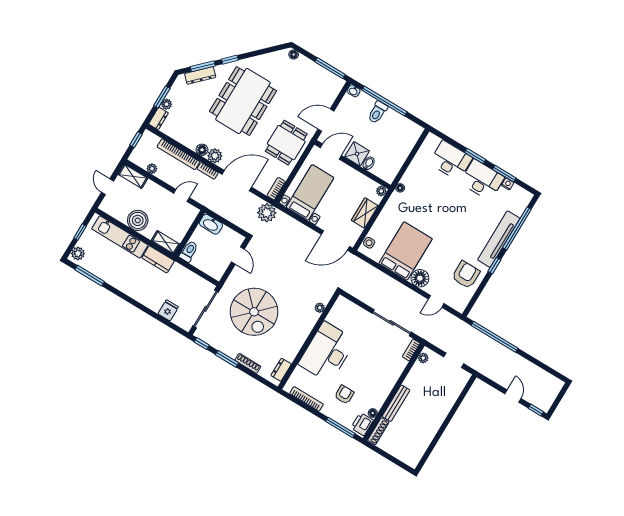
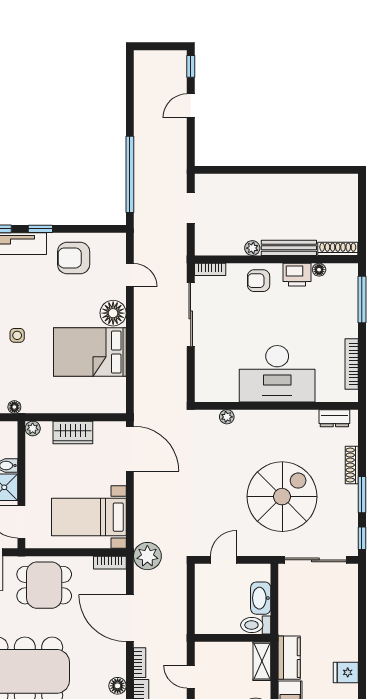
plant: (215, 156) -> (115, 665), removed
washbasin: (211, 224) -> (261, 598), moved, turned 180
side table: (369, 243) -> (17, 335), moved
fridge: (168, 310) -> (346, 672), moved
plant: (423, 358) -> (252, 248), moved
armchair: (344, 395) -> (259, 281), moved
printer: (362, 424) -> (297, 275), moved

